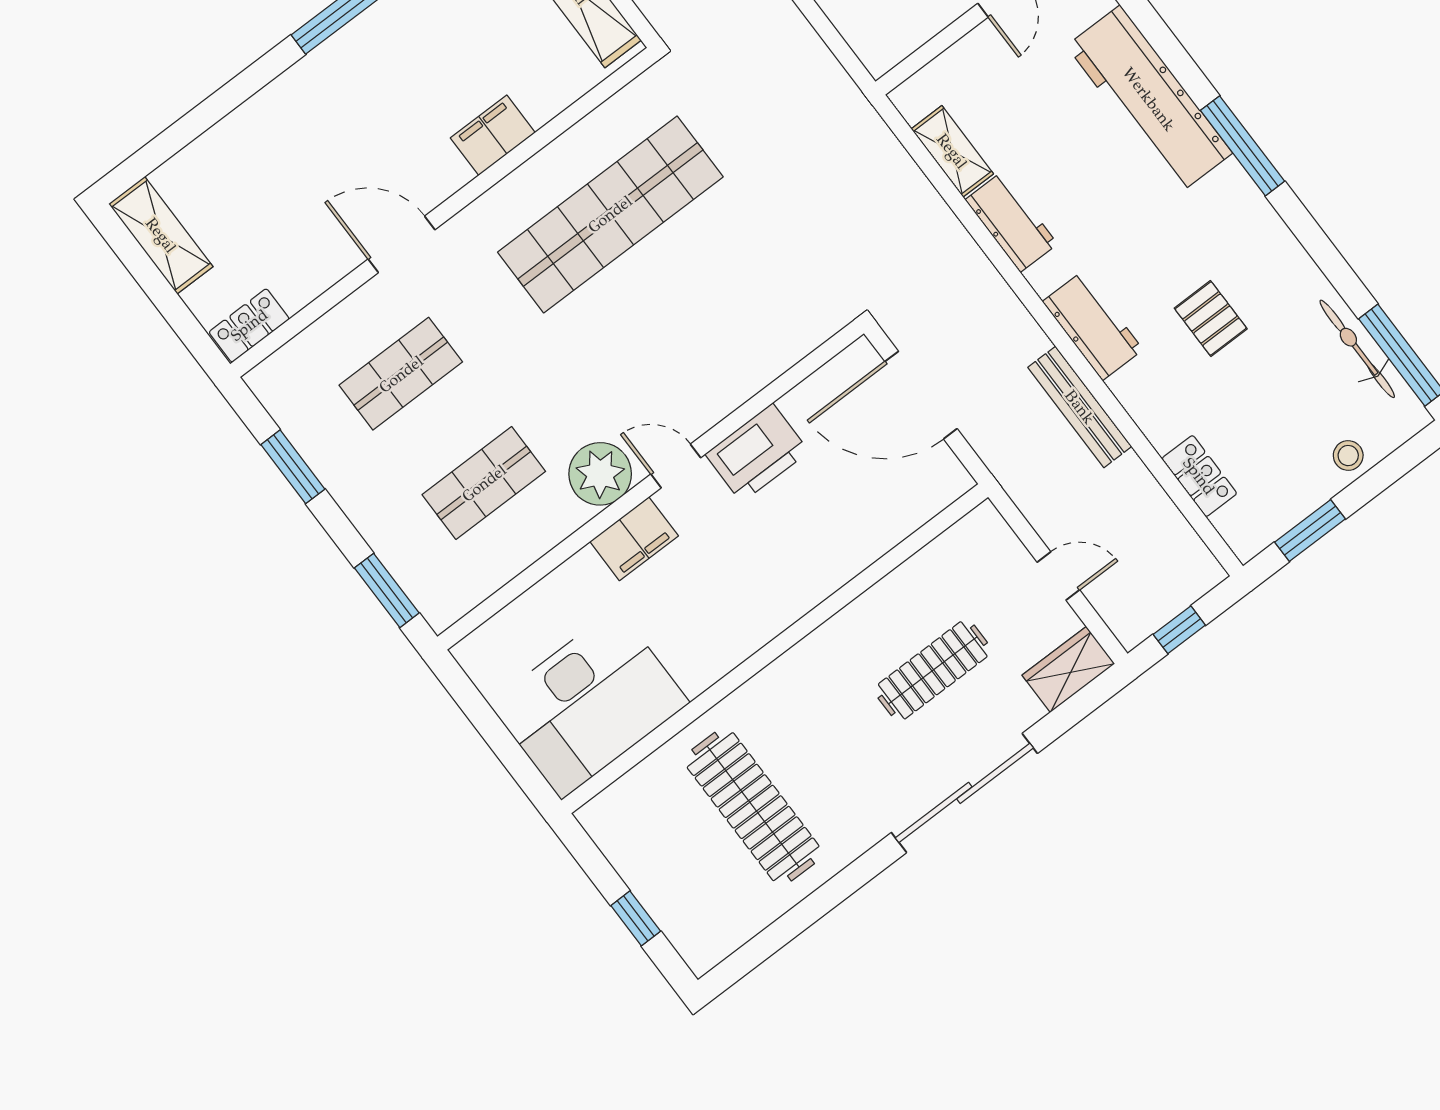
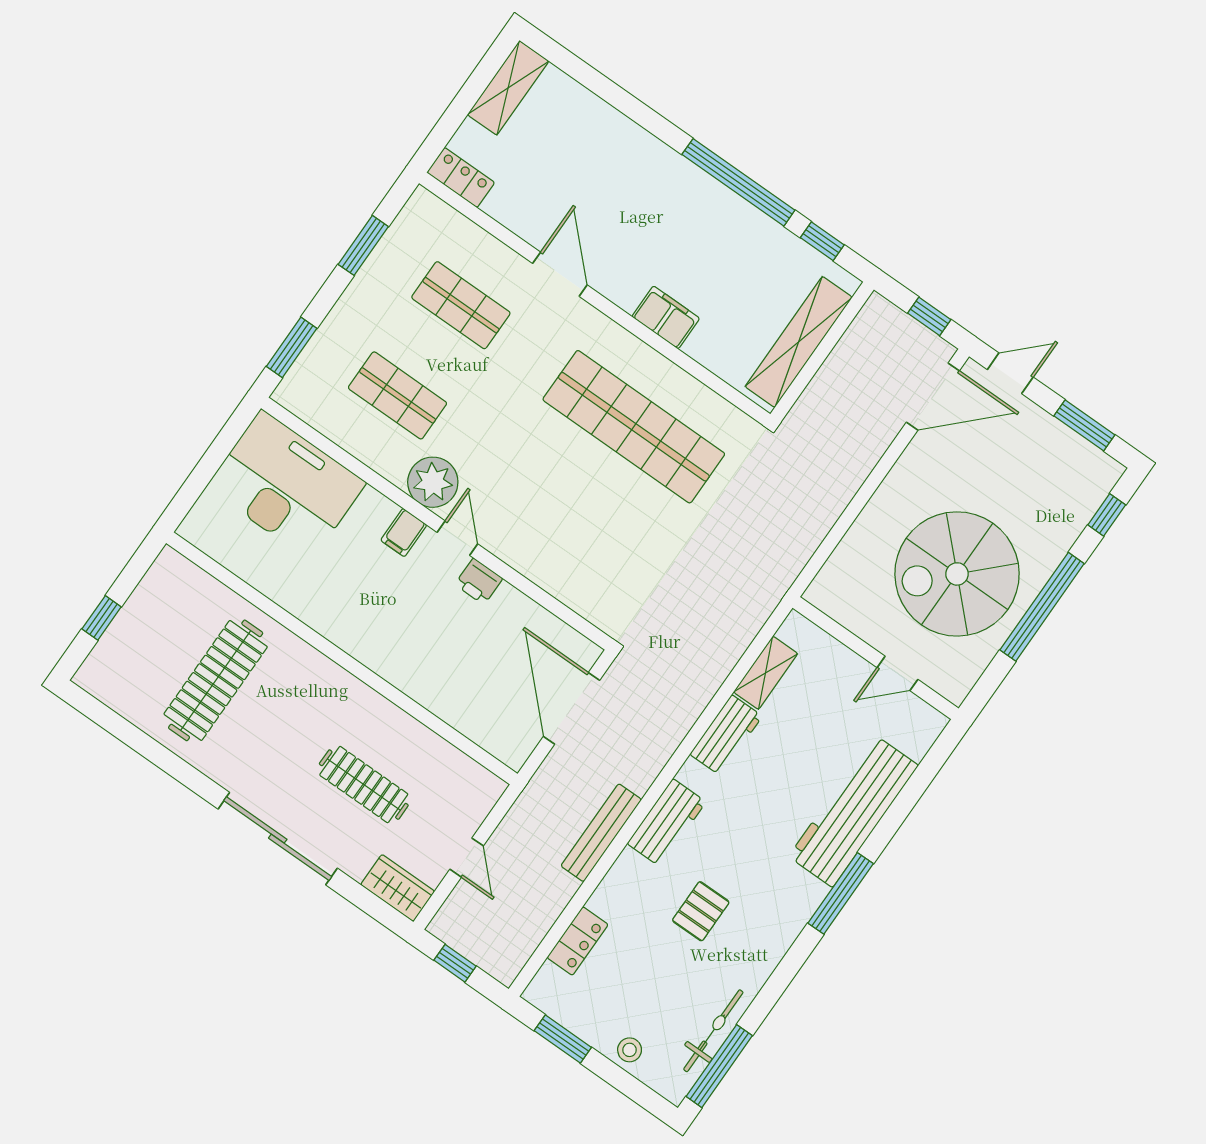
printer: (757, 453) -> (479, 581), width x0.53, depth x0.68
filing cabinet: (634, 539) -> (404, 533), width x0.50
desk: (589, 703) -> (286, 485), moved, turned 180

